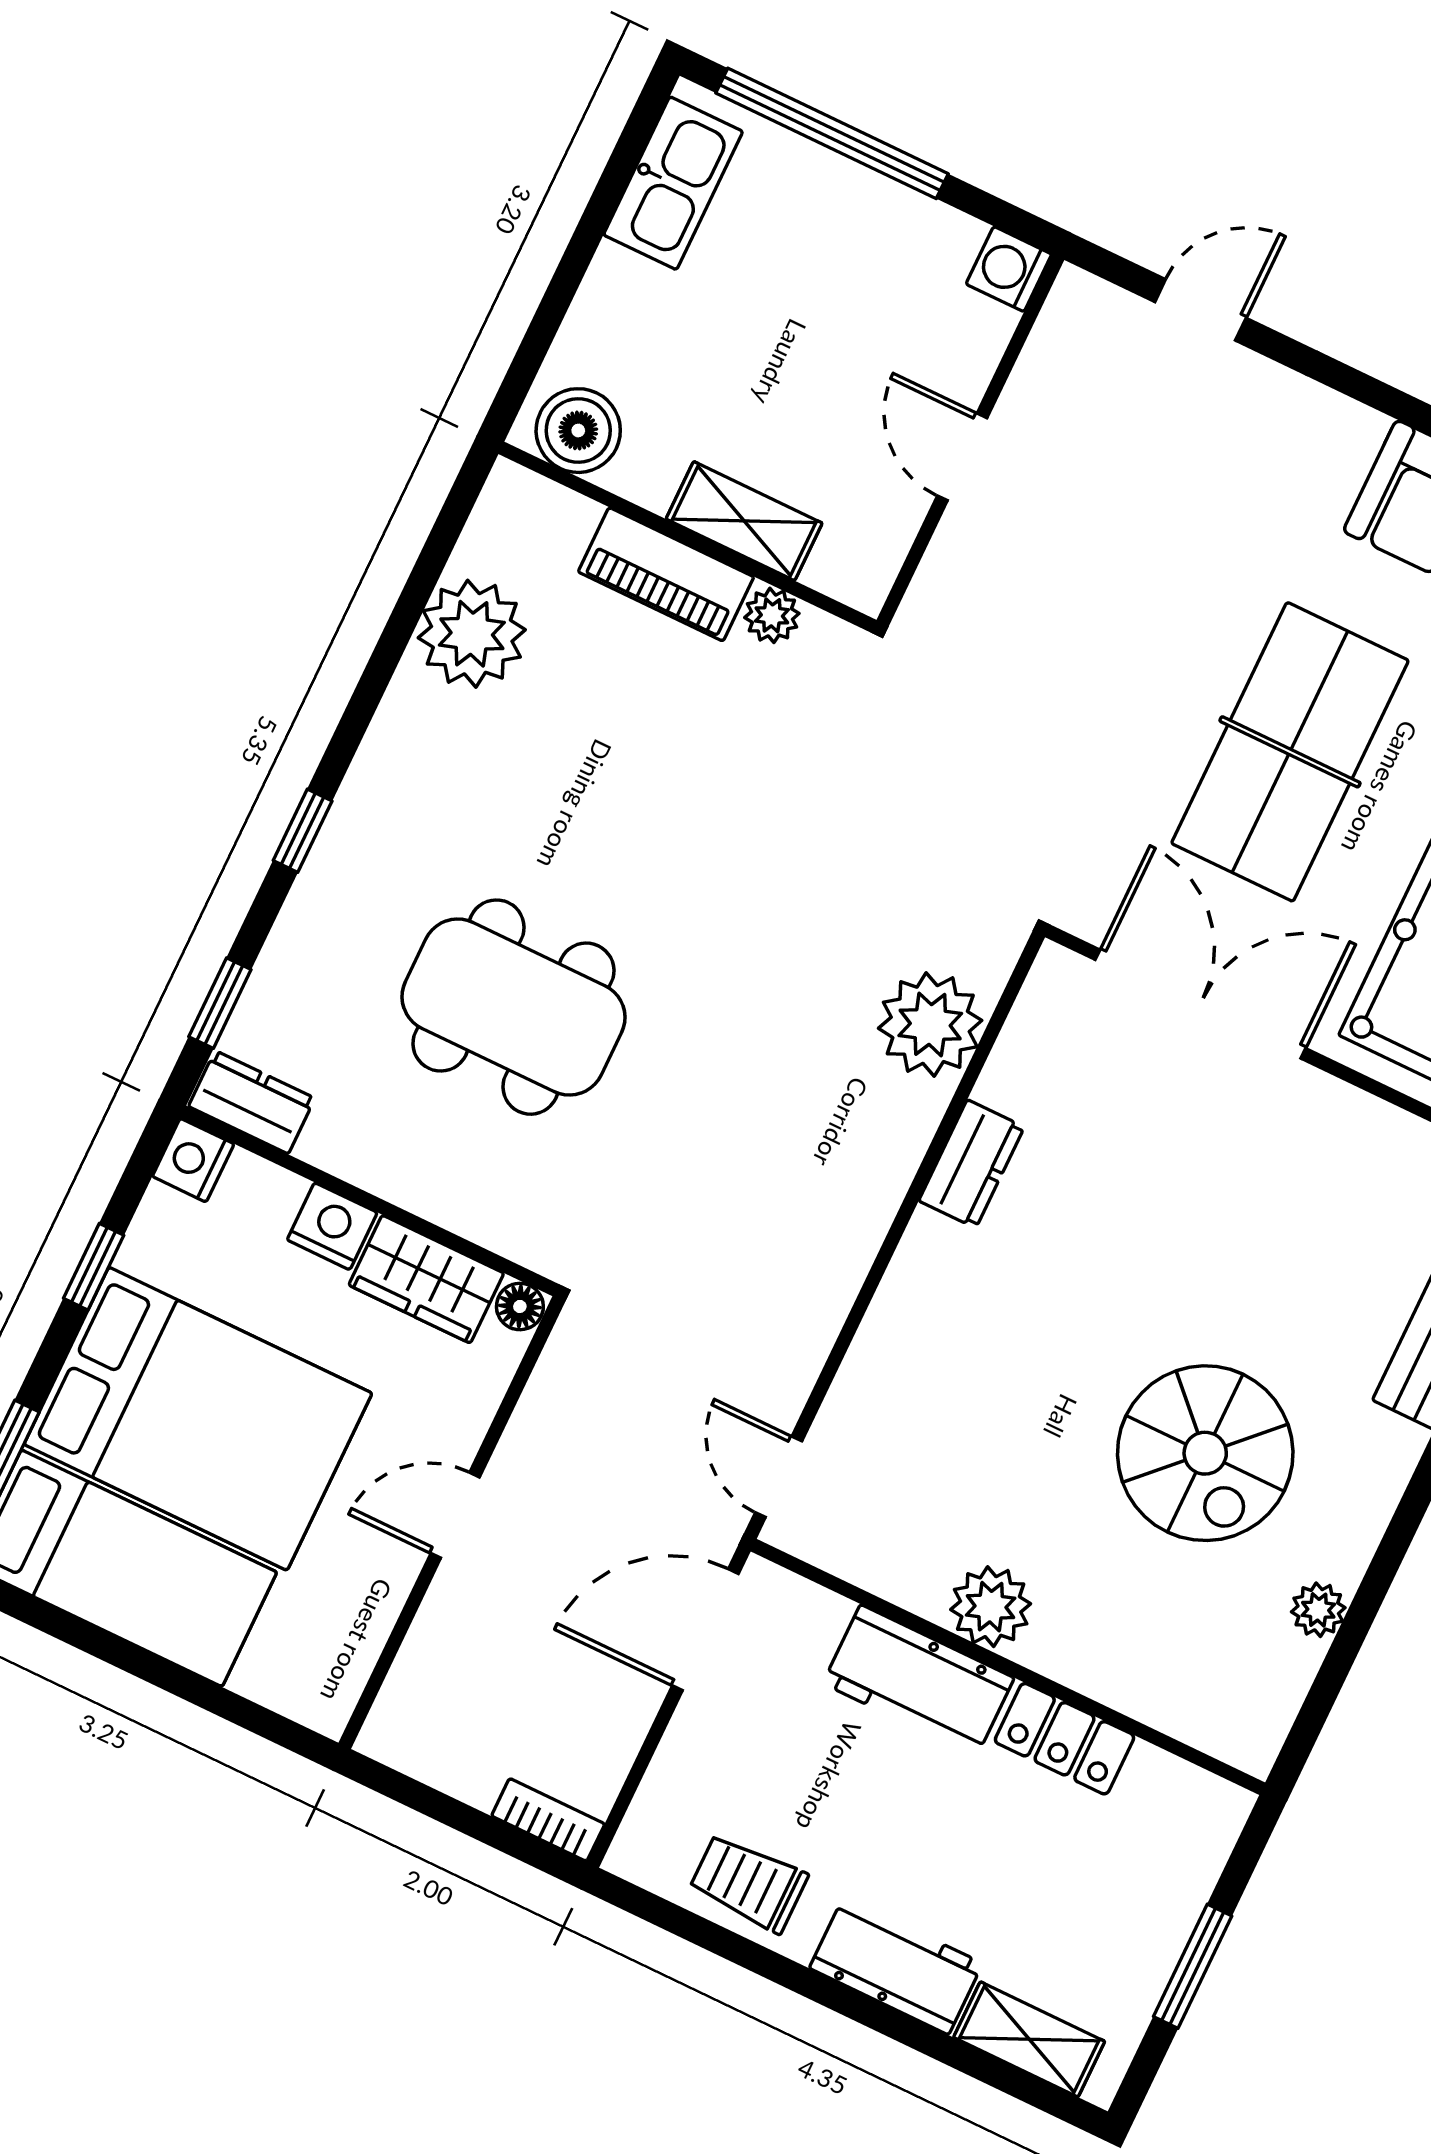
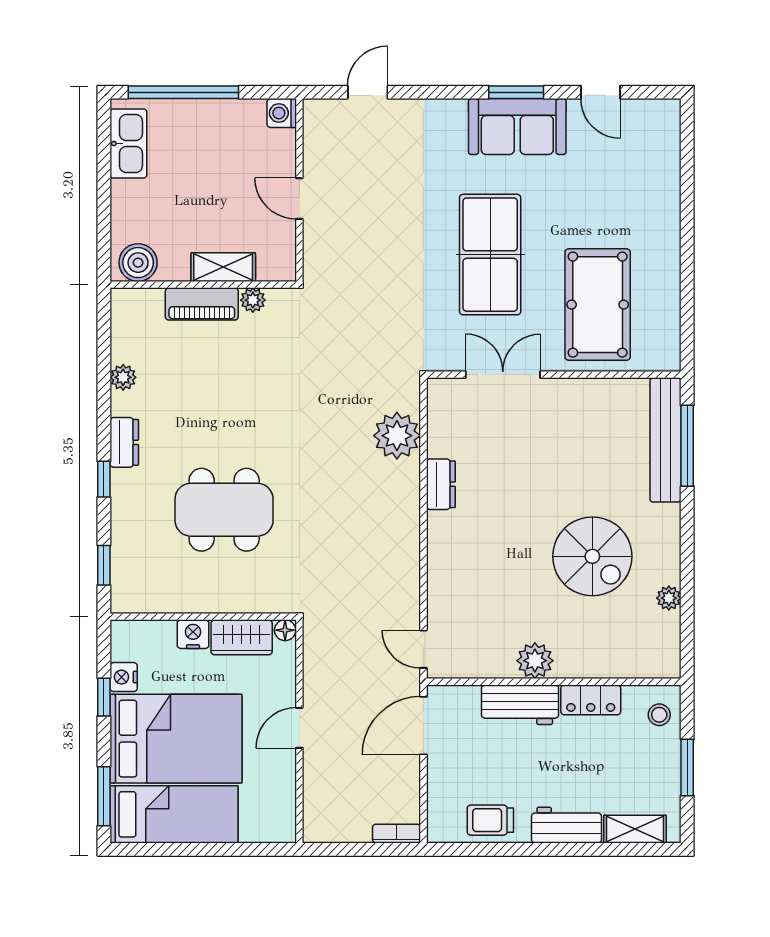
plant: (472, 634) -> (123, 377), width x0.53, depth x0.53
double door: (1200, 1004) -> (503, 375), width x0.73
dresser: (252, 1102) -> (124, 442), moved, turned 90
nightstand: (193, 1160) -> (124, 677), moved
stool: (1187, 1834) -> (659, 715), added

